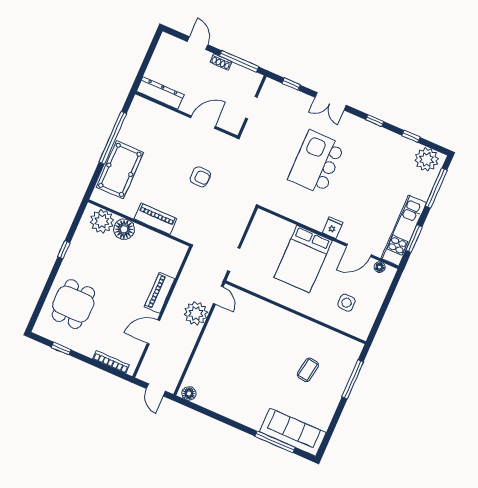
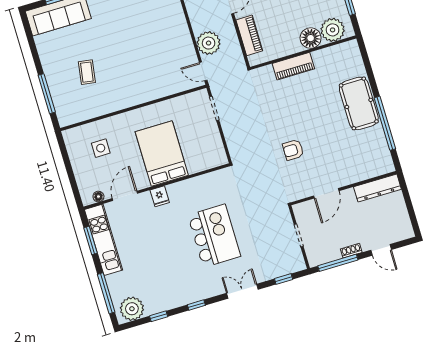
piano: (155, 219) -> (293, 66), moved
plant: (102, 221) -> (333, 30), moved
wall: (139, 223) -> (303, 53), moved
floor lamp: (124, 229) -> (311, 38), moved

